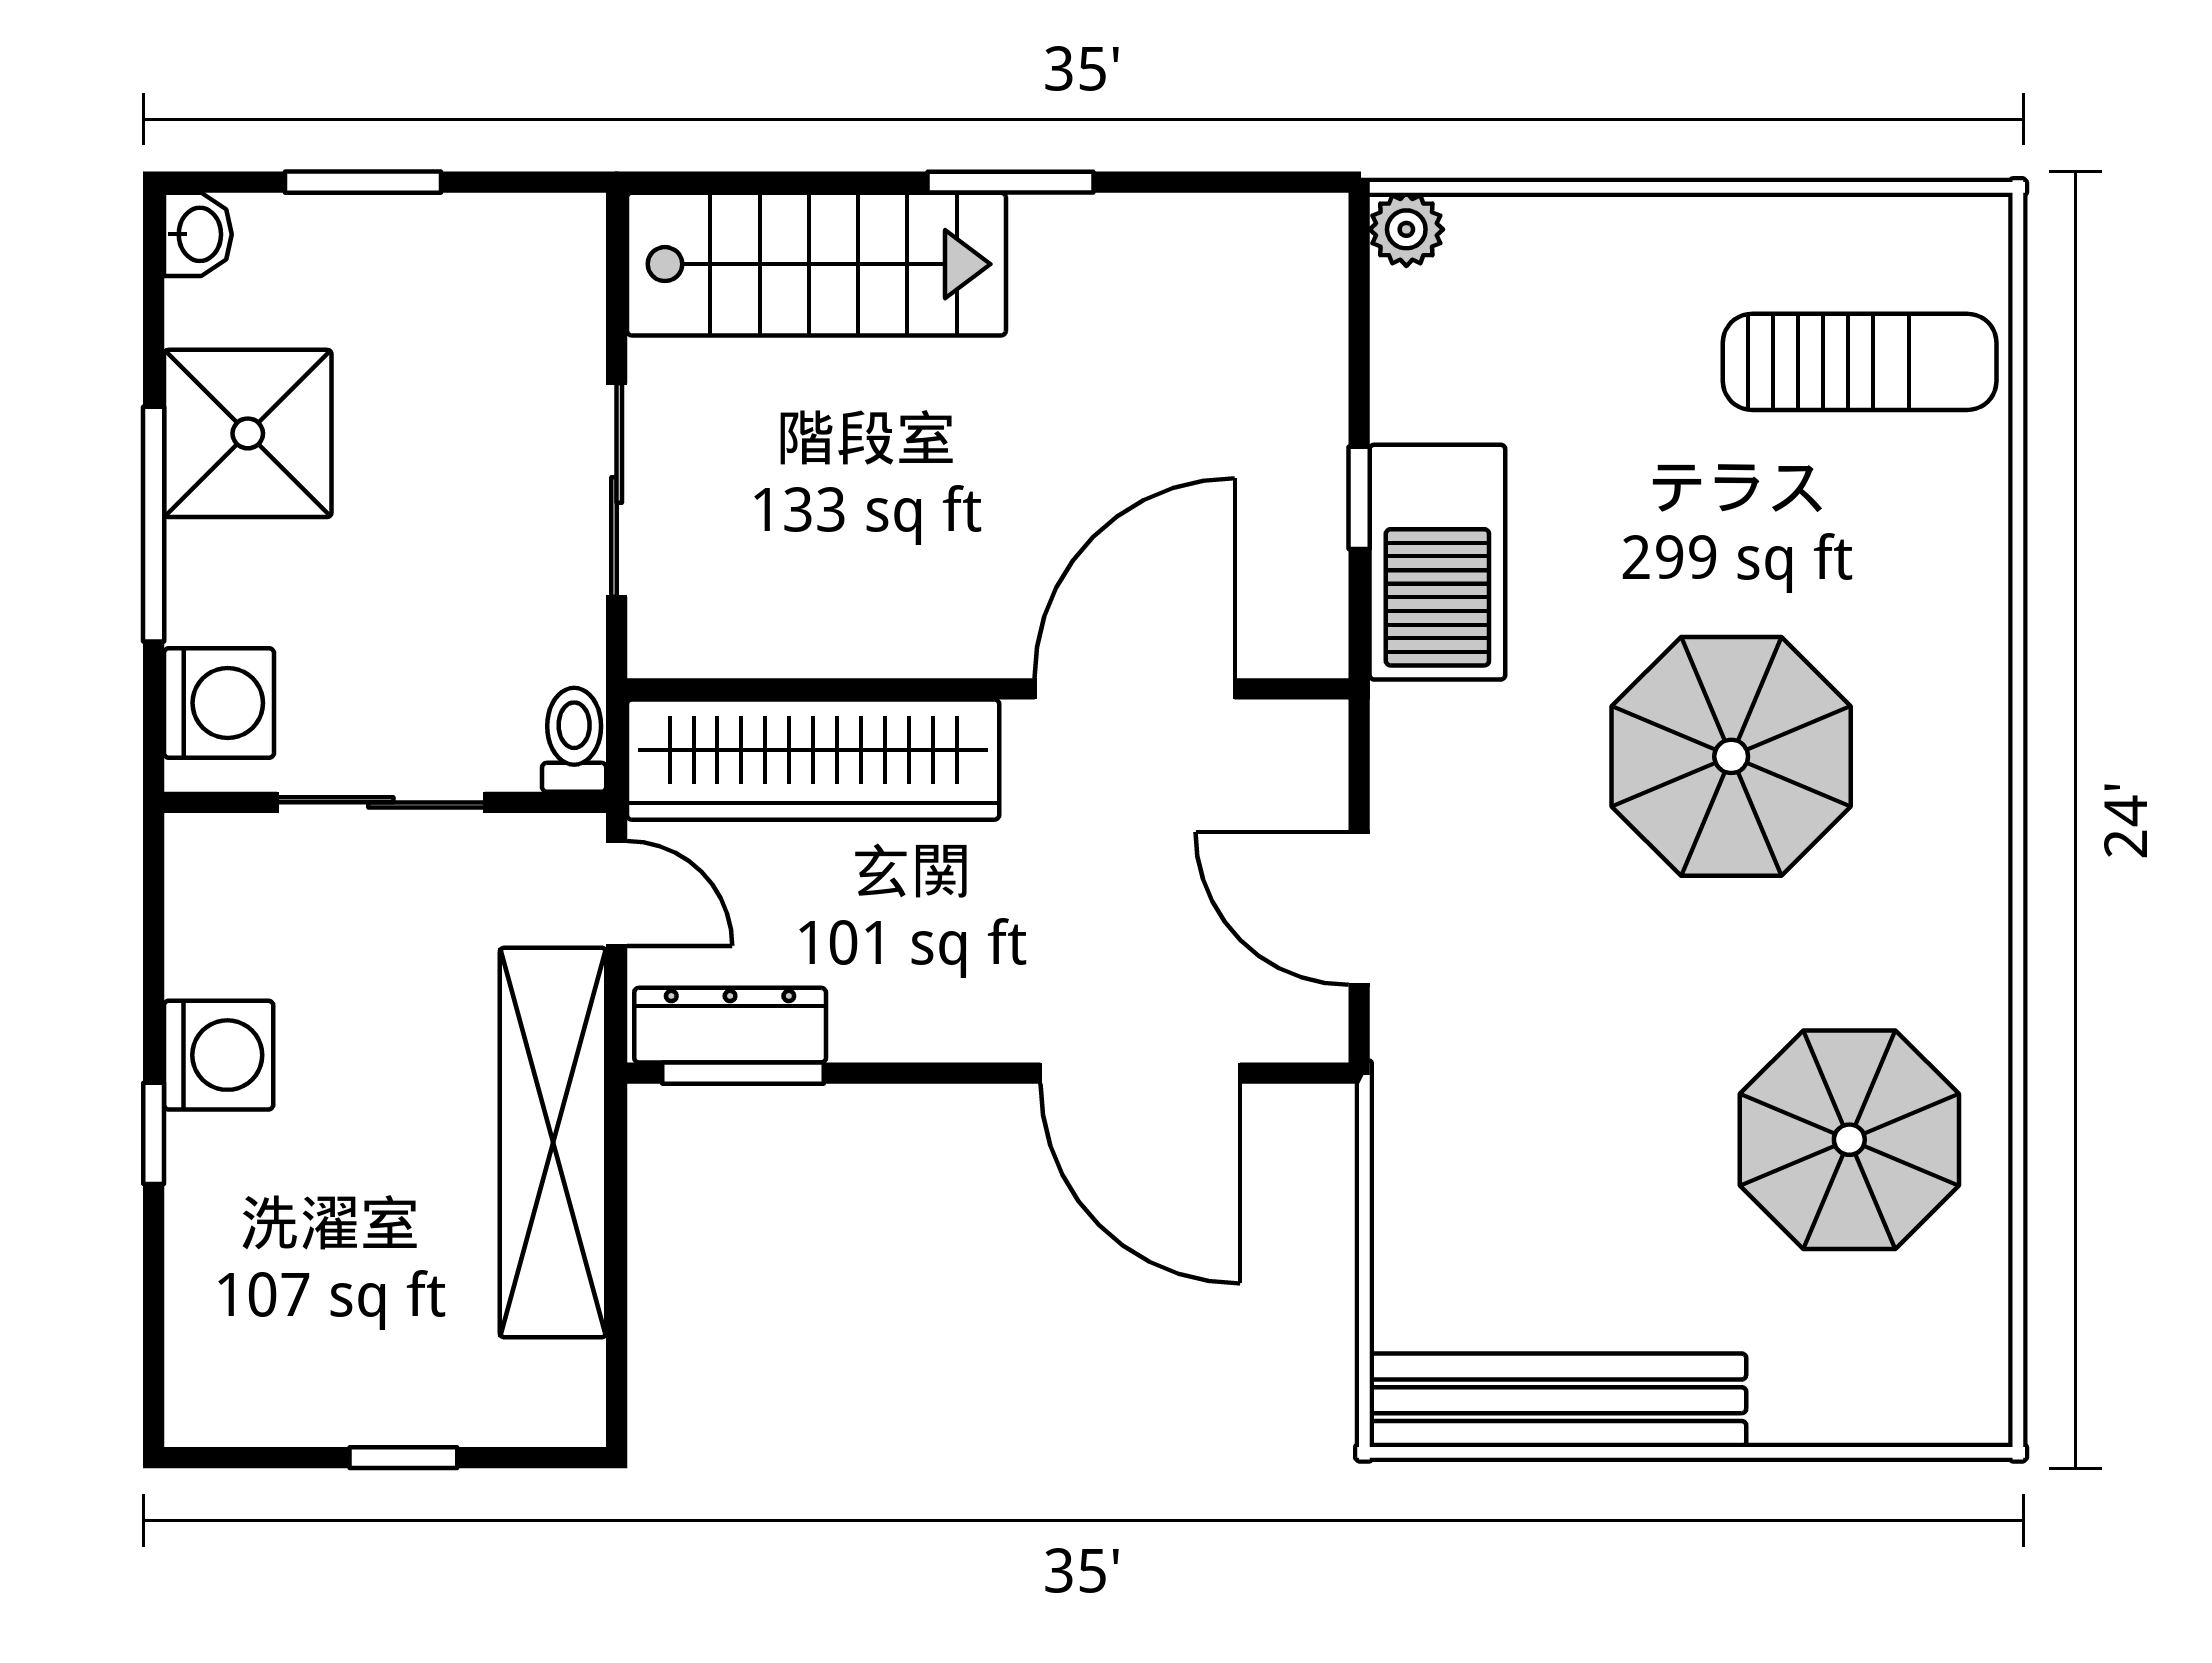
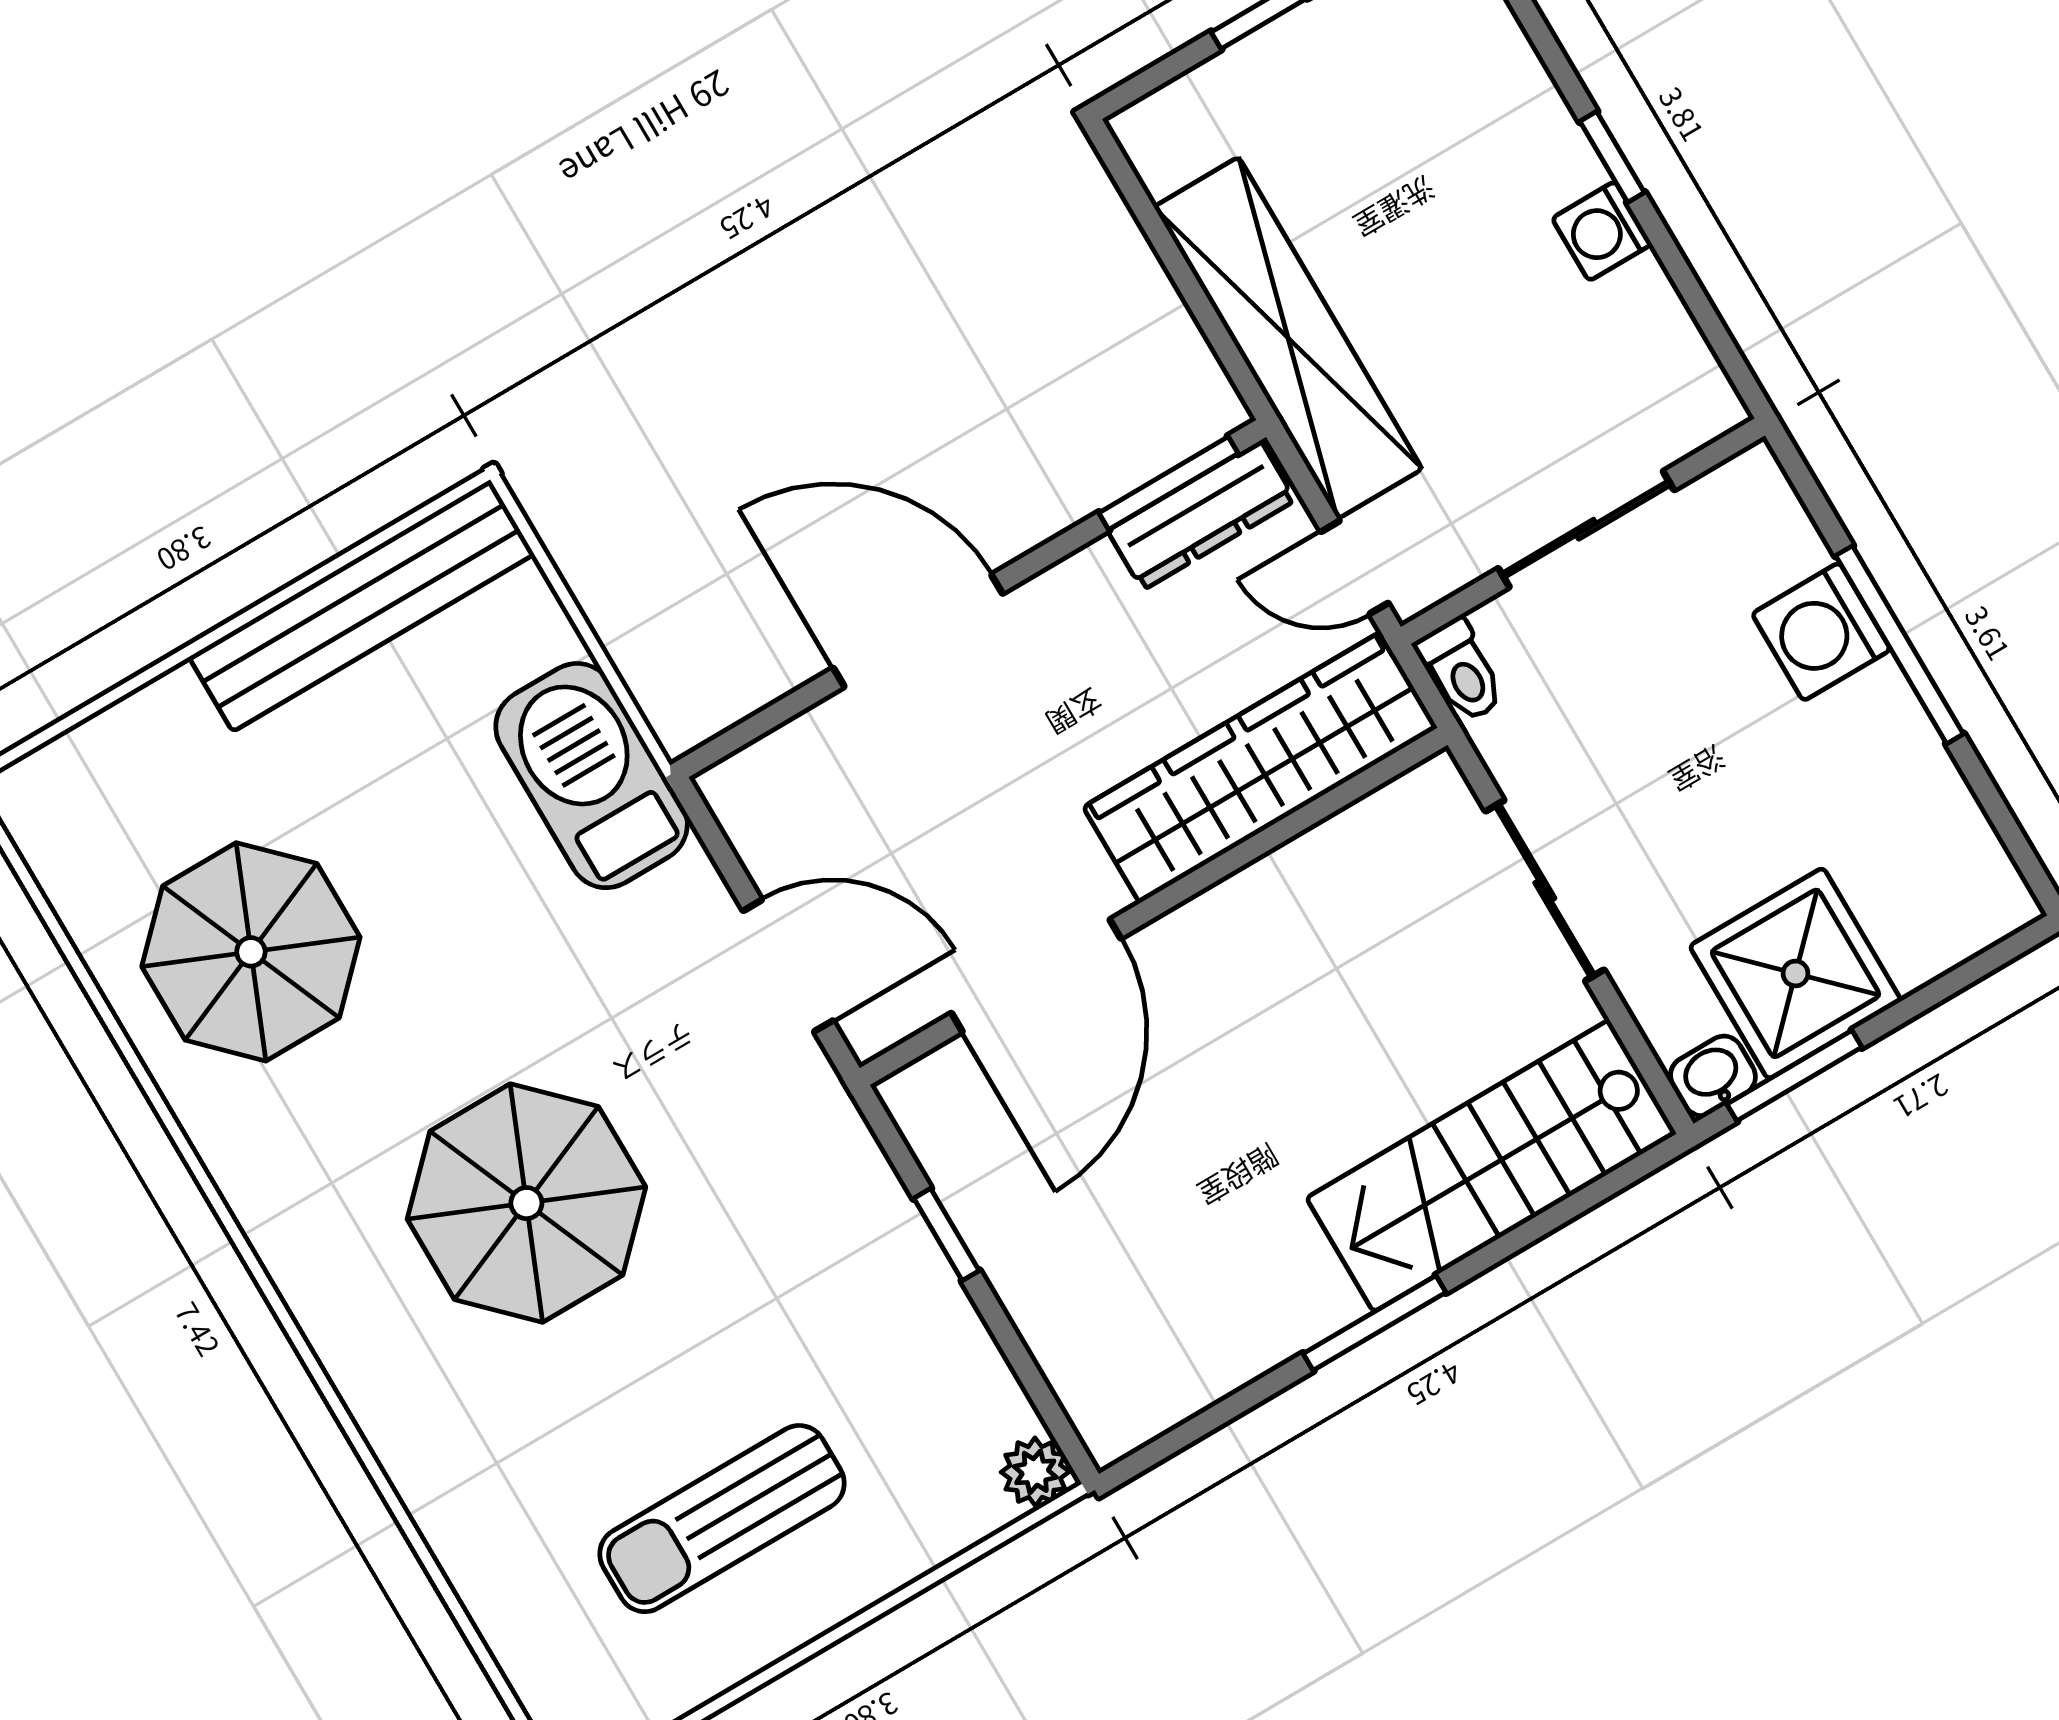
window: (363, 182) -> (1794, 1076), moved
washbasin: (198, 234) -> (1713, 1076), moved, turned 90
sun lounger: (1860, 362) -> (722, 1519), moved
shower: (248, 433) -> (1795, 973), moved
barbecue: (1437, 562) -> (592, 776), moved
washing machine: (219, 703) -> (1821, 632), moved
door: (1359, 908) -> (788, 966), moved
washing machine: (219, 1055) -> (1602, 231), width x0.73, depth x0.73
door: (1140, 1073) -> (918, 631), moved

